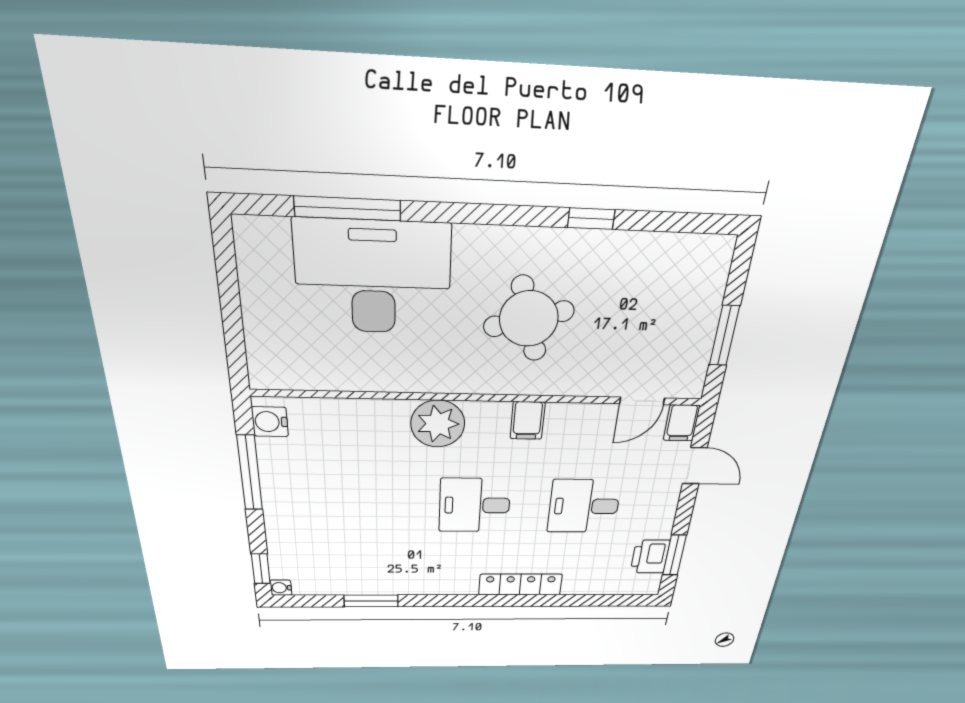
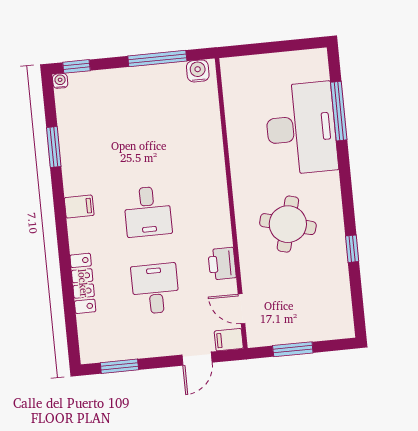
round table: (529, 319) -> (288, 224), turned 30
filing cabinet: (528, 421) -> (79, 207), moved, turned 180
plant: (438, 424) -> (209, 178), removed
desk: (475, 505) -> (148, 211), turned 180
printer: (650, 557) -> (222, 264), moved, turned -90
locker: (520, 585) -> (83, 283), moved

